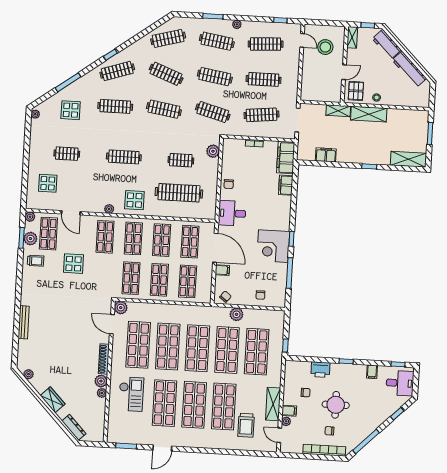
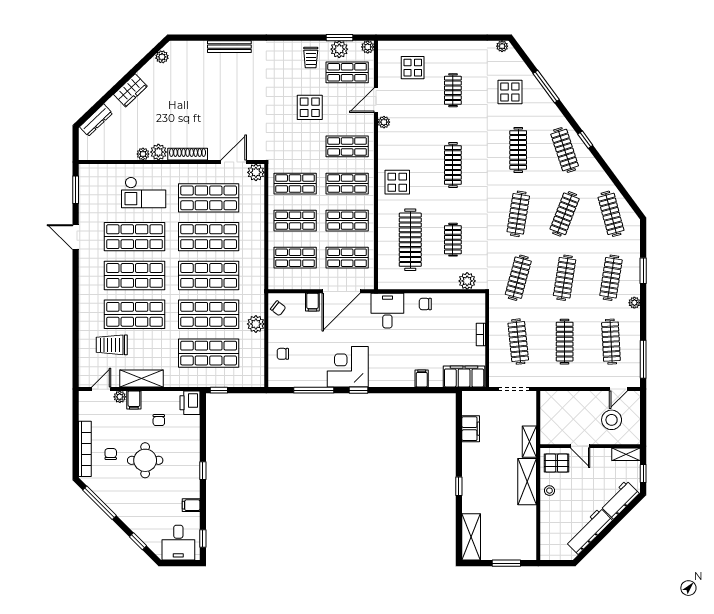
window: (280, 20) -> (643, 359), width x2.17
filing cabinet: (286, 185) -> (422, 379), width x0.50
plant: (109, 209) -> (384, 122), moved
printer: (320, 370) -> (190, 403), moved

